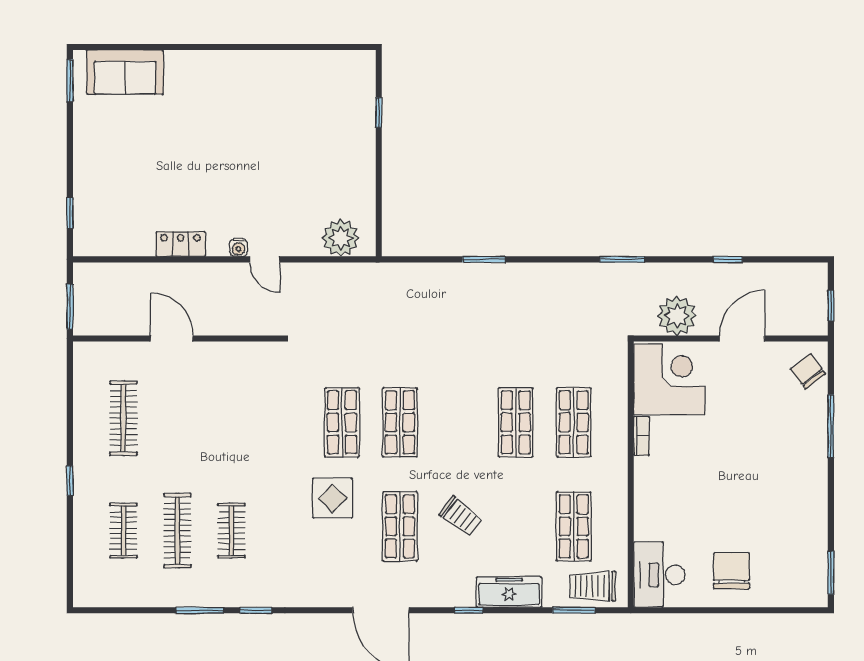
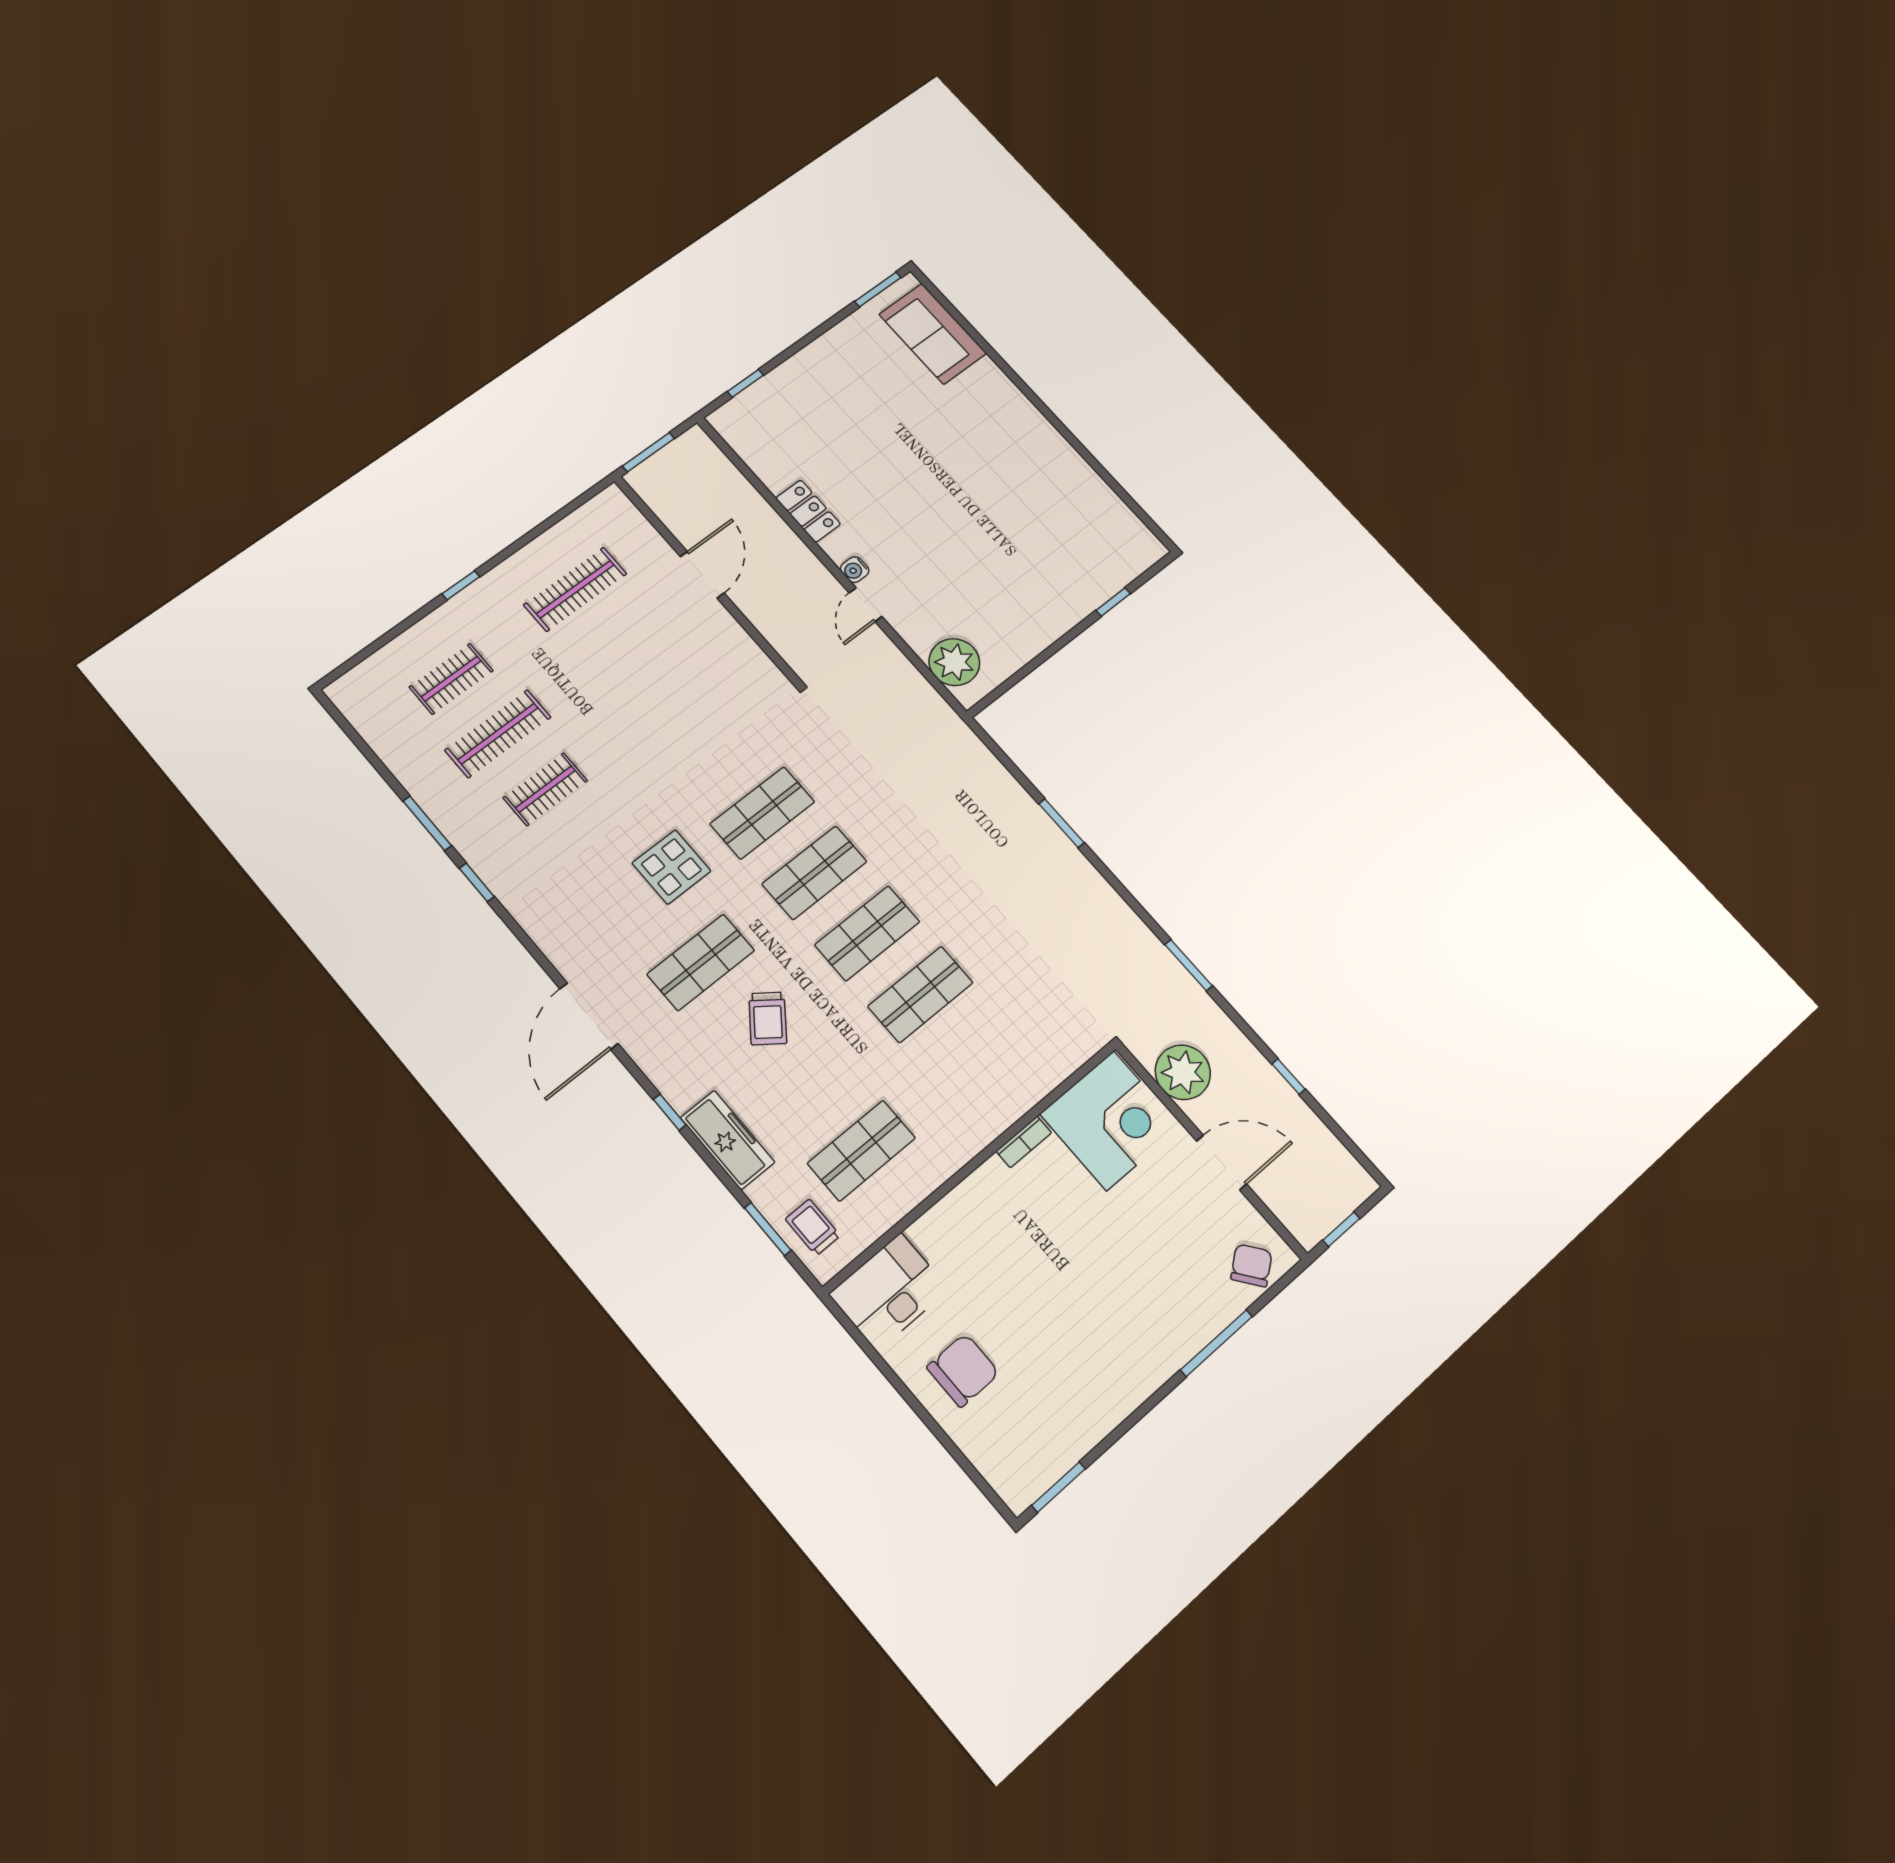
shop shelf: (574, 422) -> (867, 933), moved
trolley: (593, 586) -> (813, 1227), width x0.73, depth x0.72

